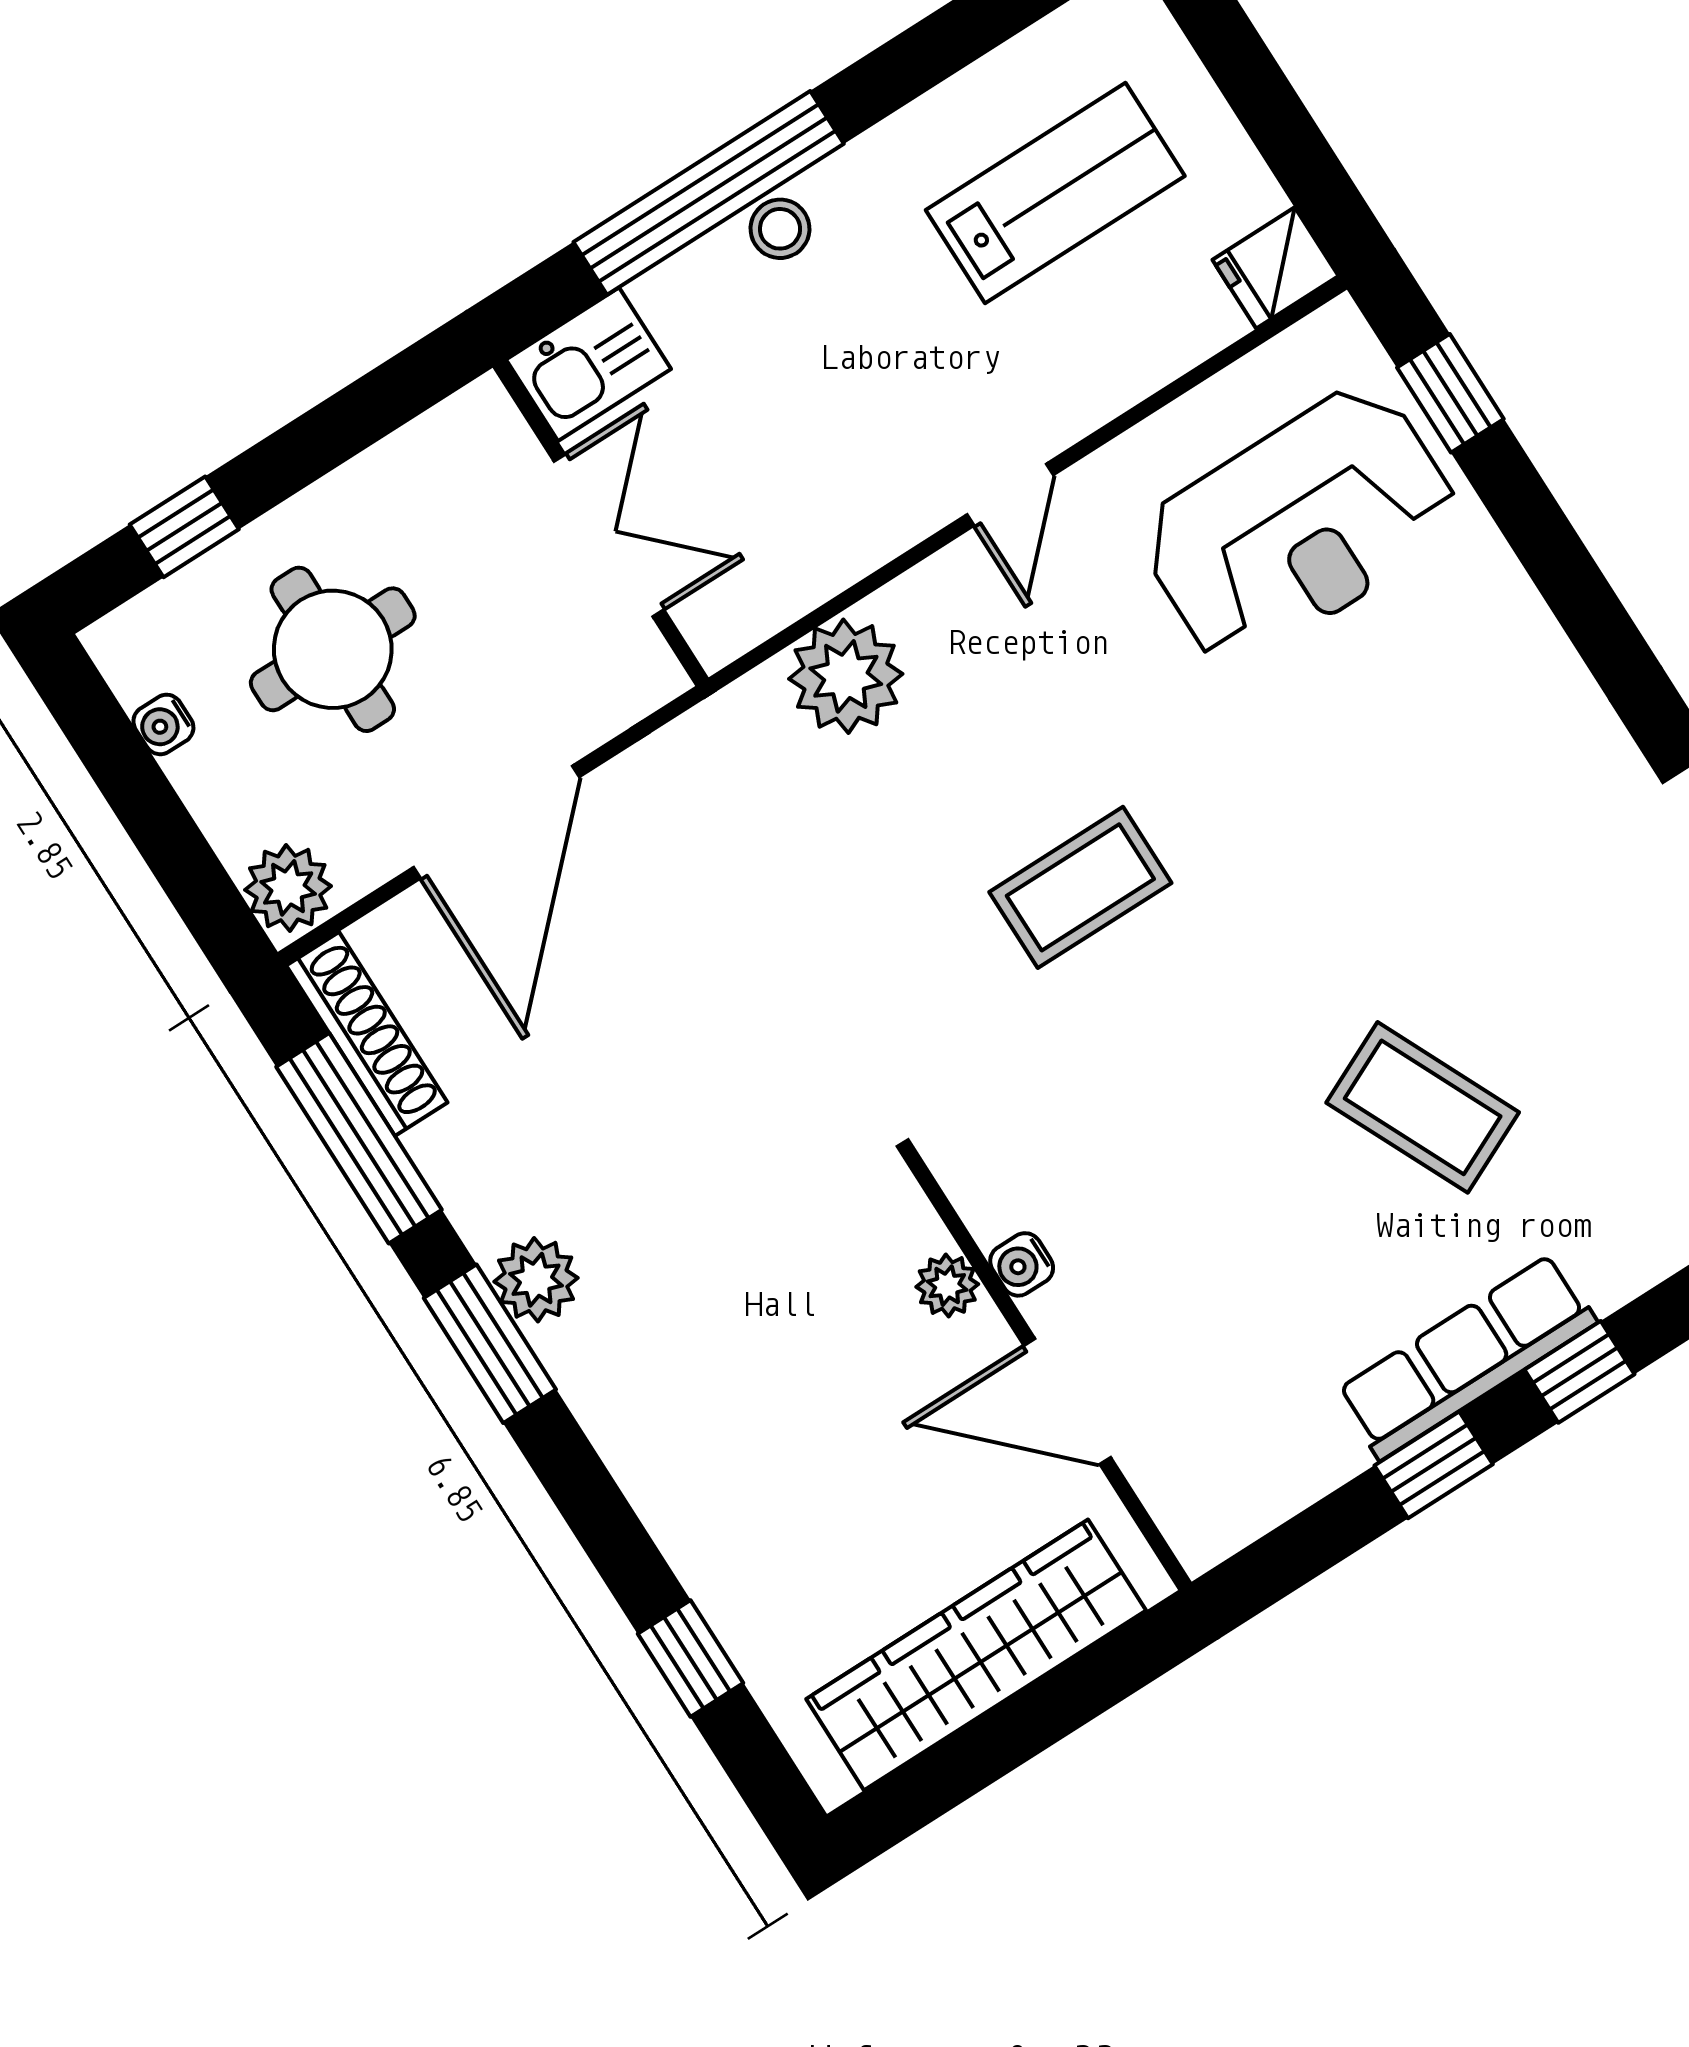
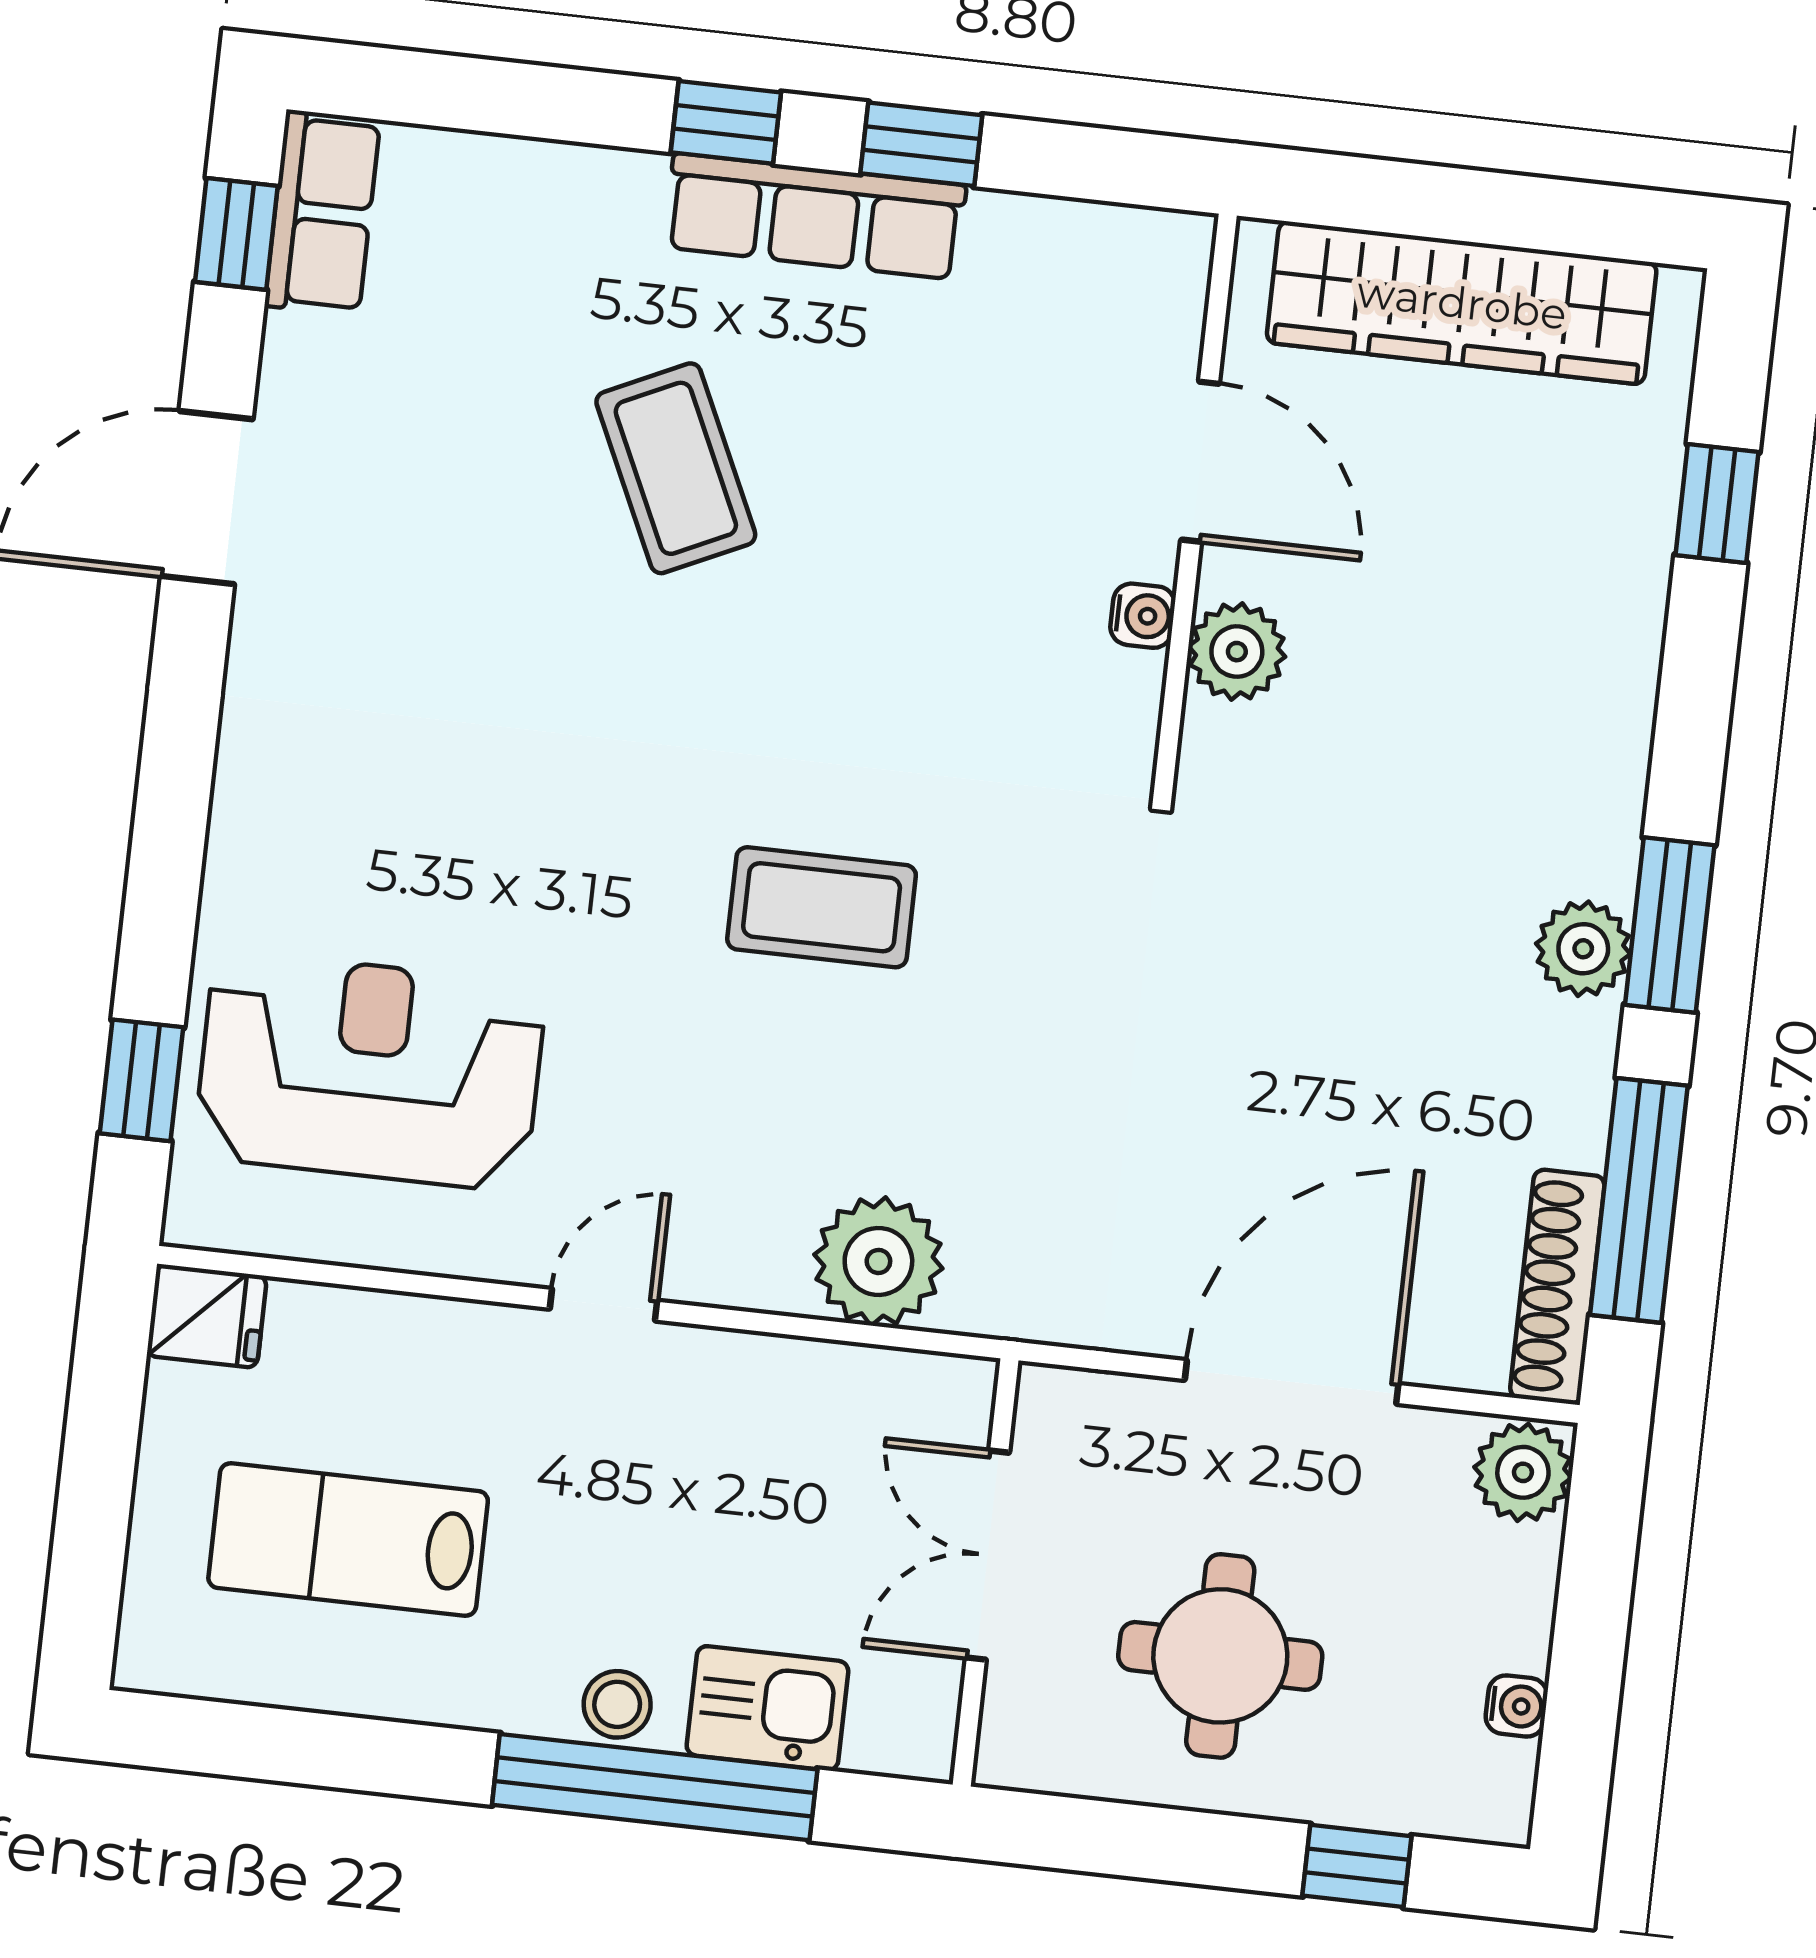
kitchen sink: (588, 364) -> (767, 1708), moved
round table: (333, 649) -> (1220, 1656), moved
plant: (947, 1286) -> (1237, 652), width x1.38, depth x1.38

